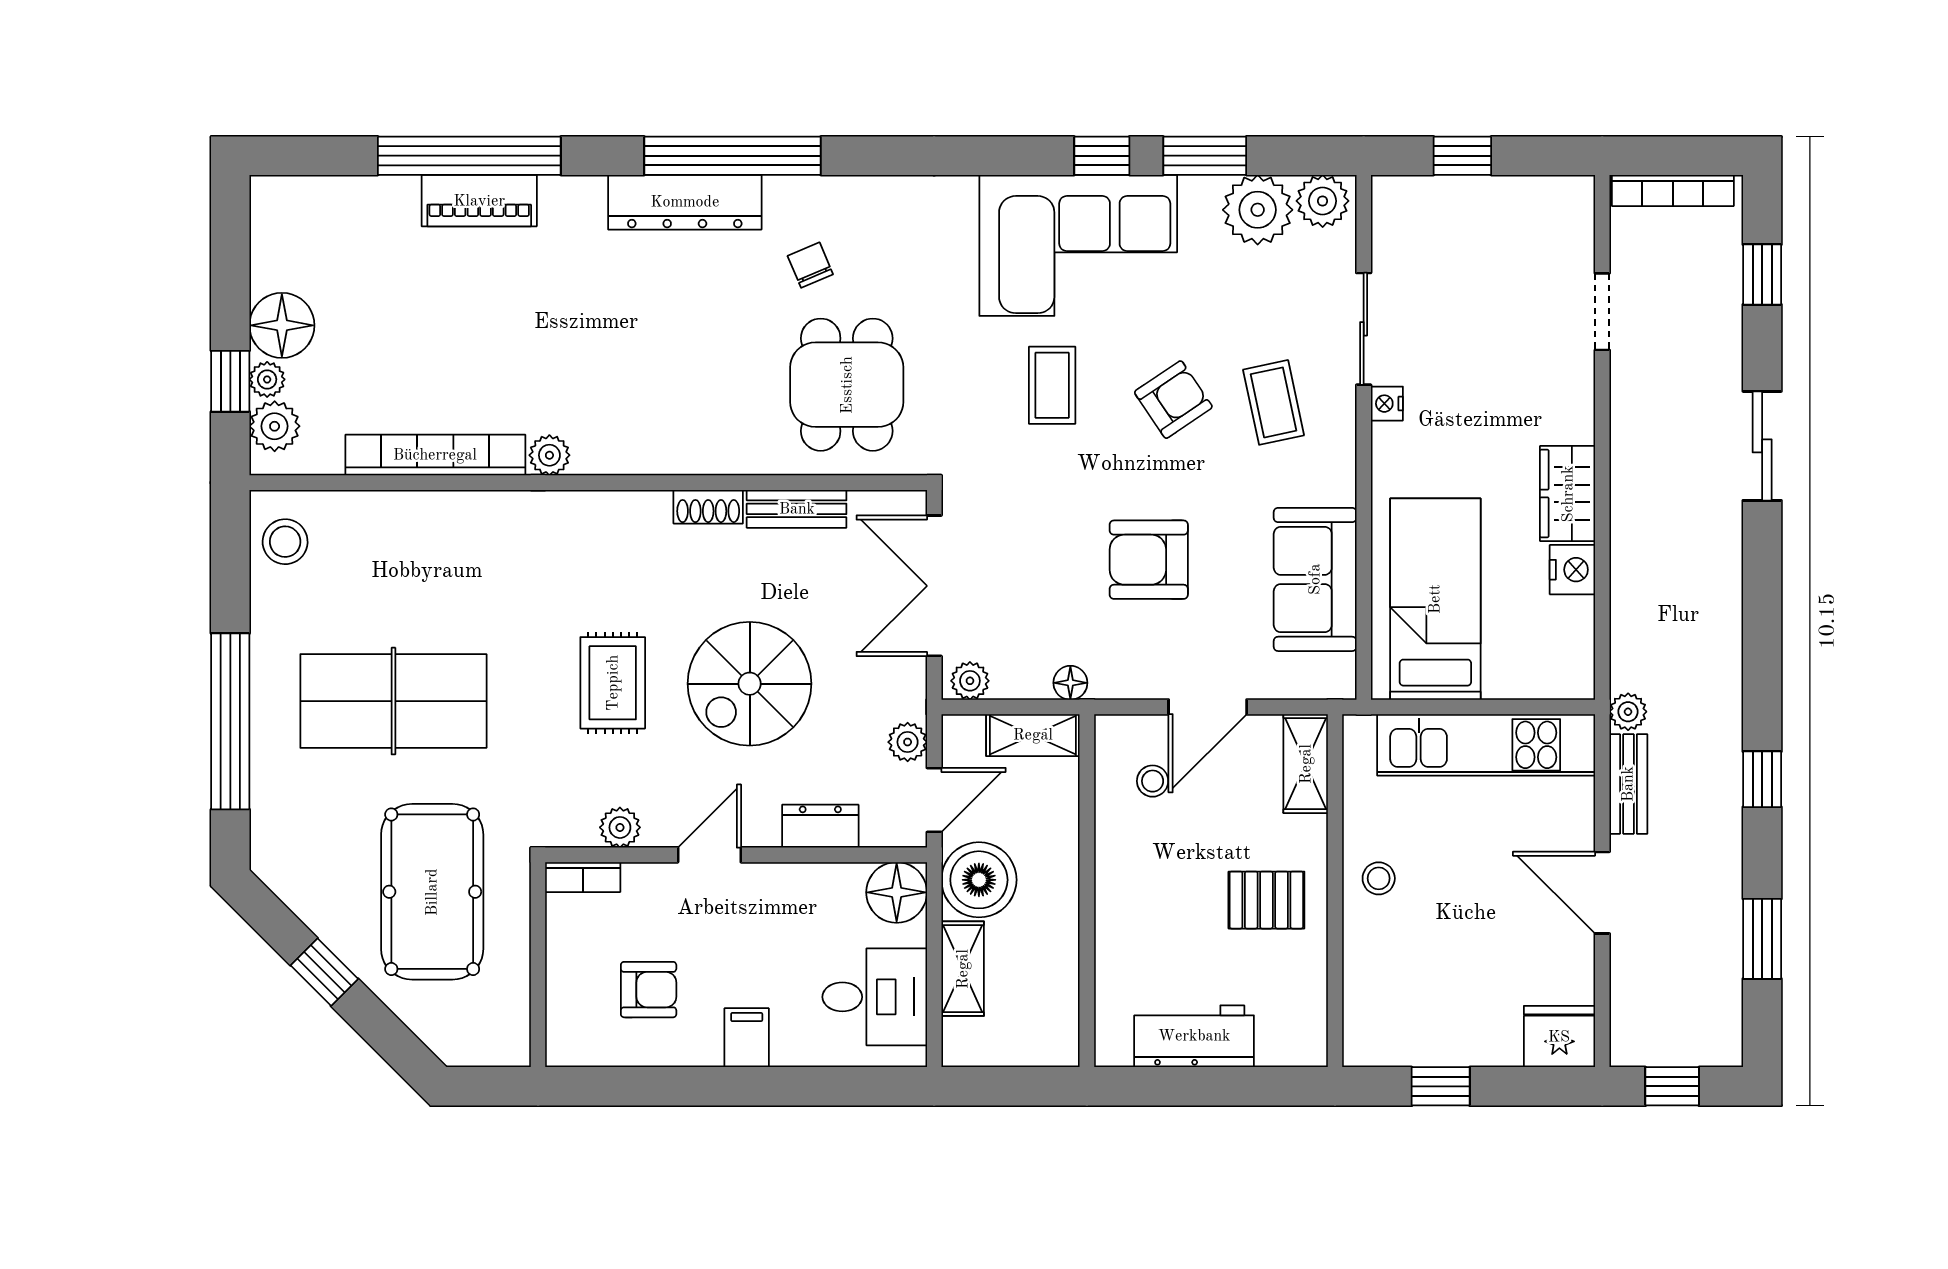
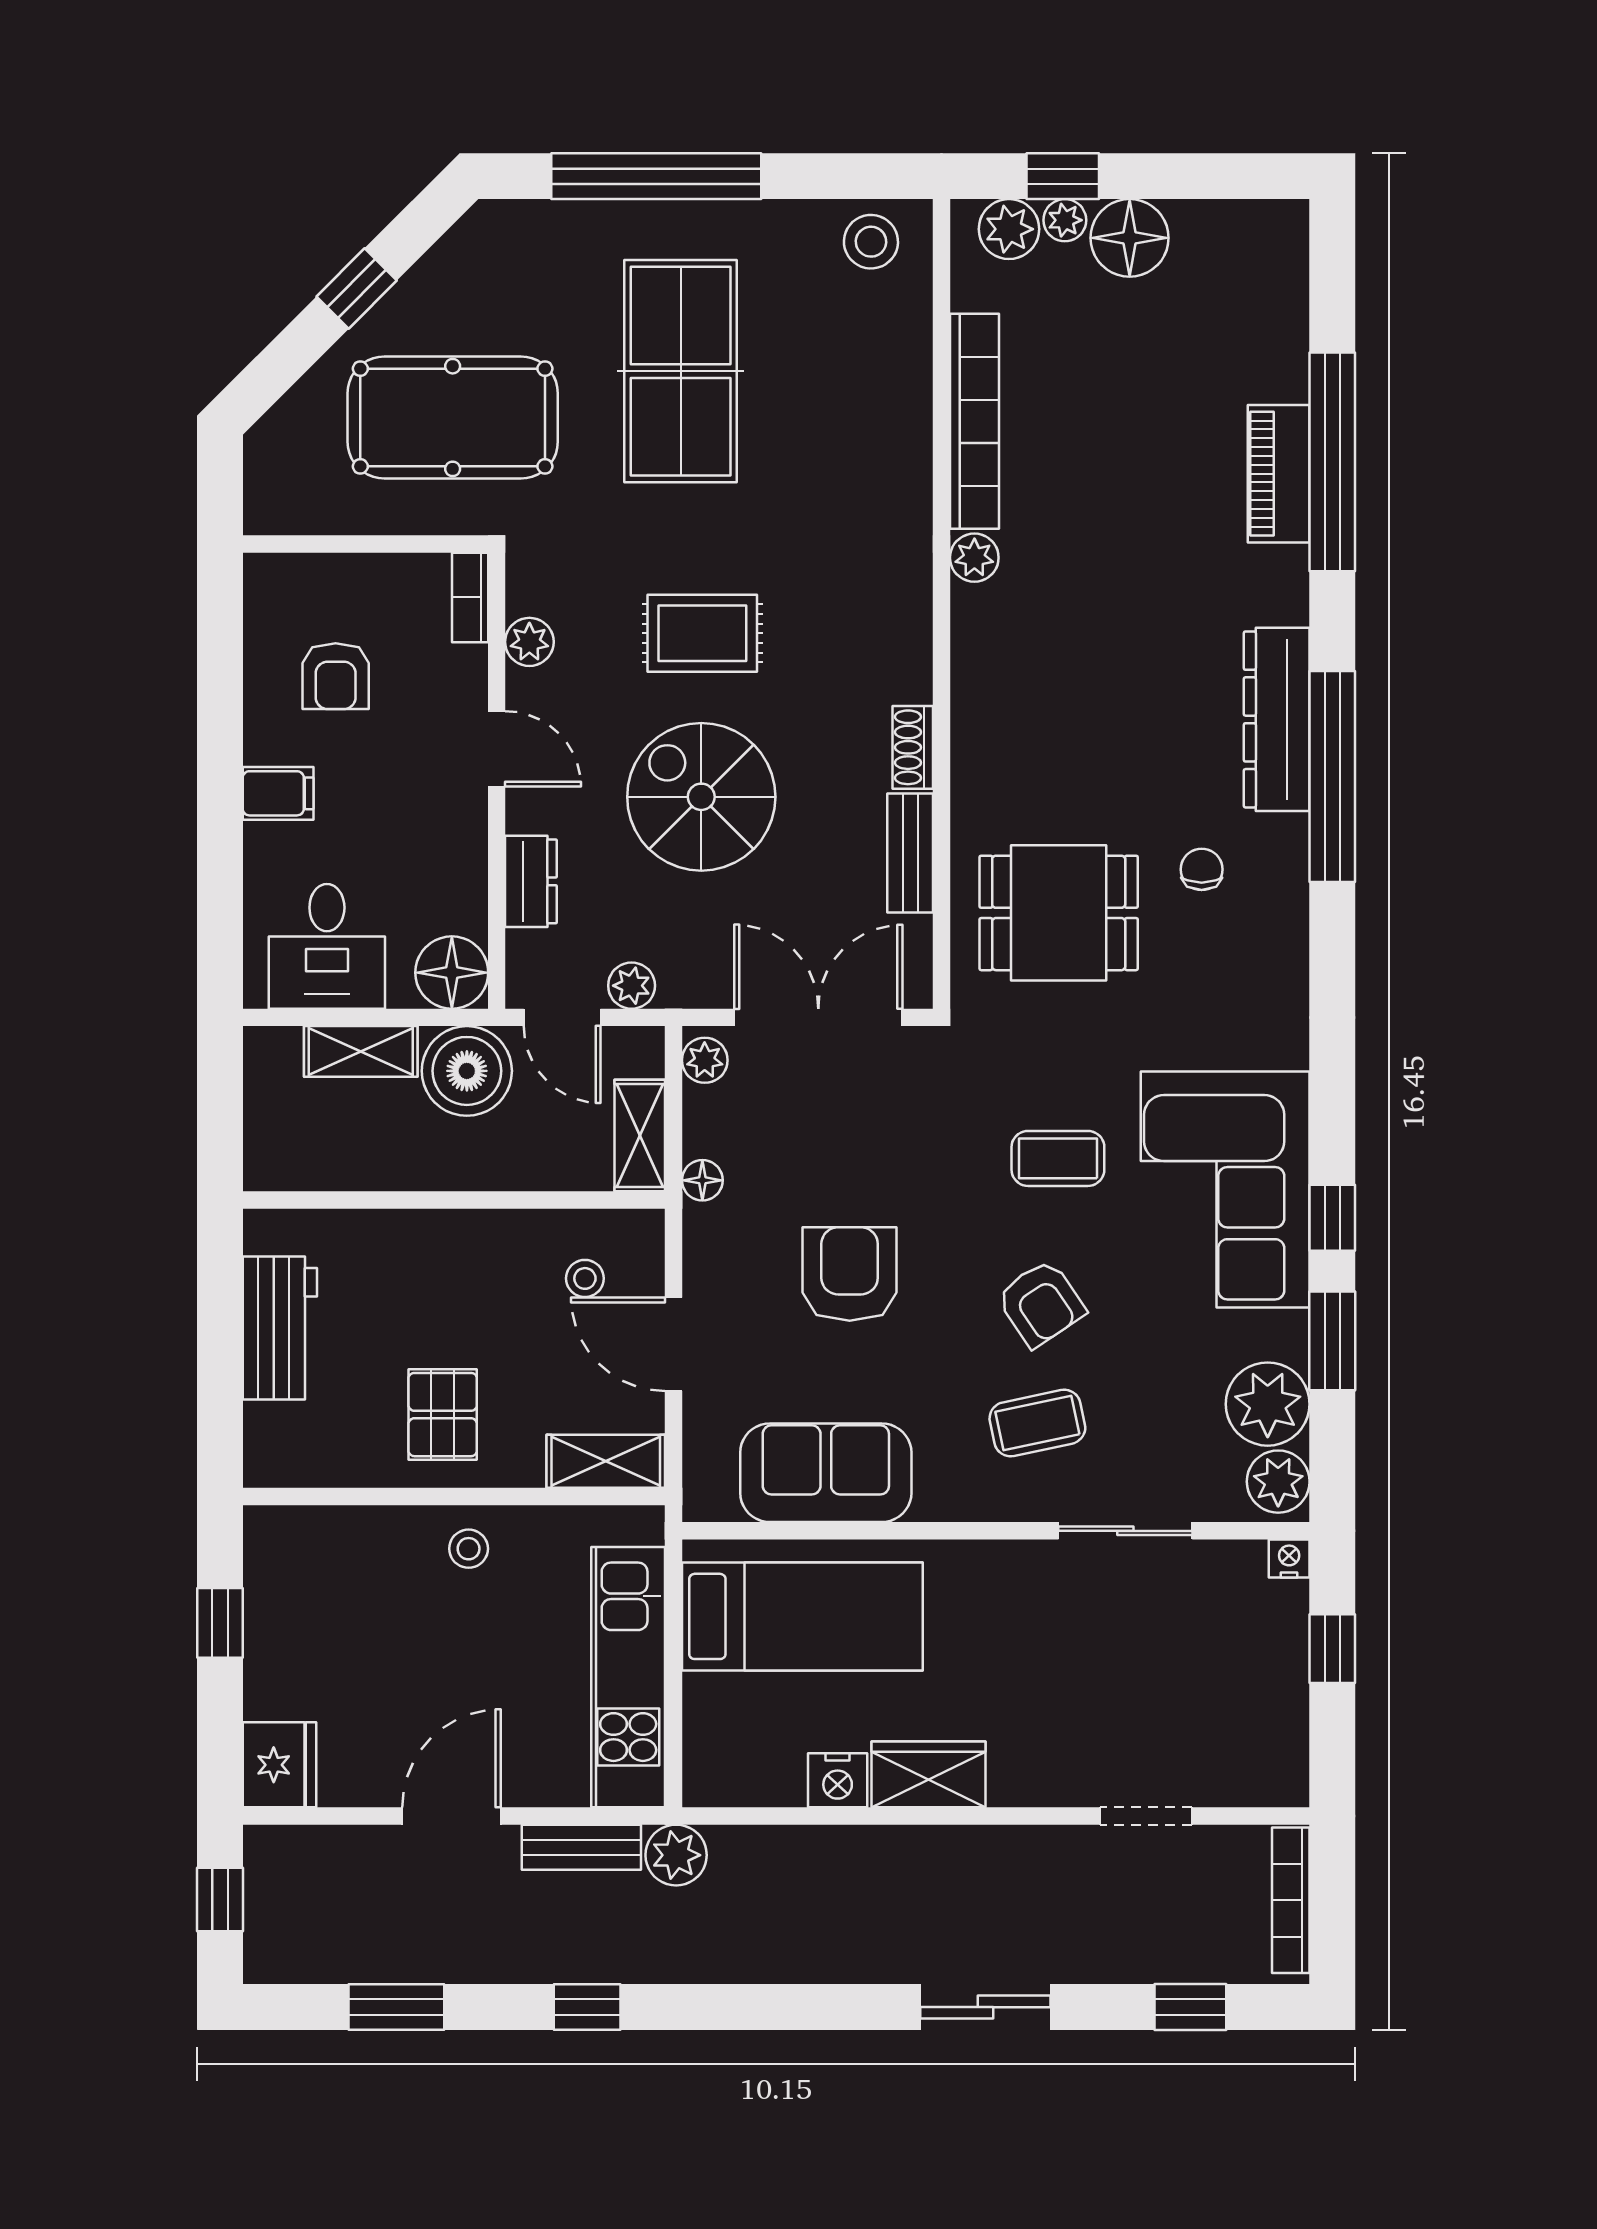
chair: (810, 265) -> (1202, 869), turned -67
nightstand: (1387, 404) -> (1289, 1559), moved
plant: (1628, 712) -> (676, 1855), width x1.38, depth x1.38

